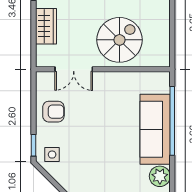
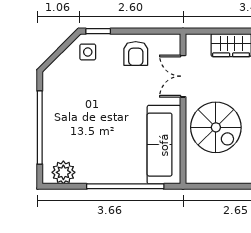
sofa: (155, 129) -> (164, 145), moved, turned -90

